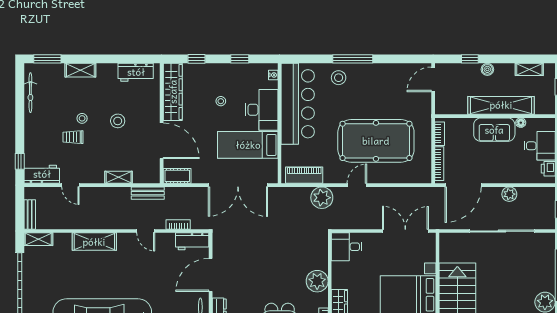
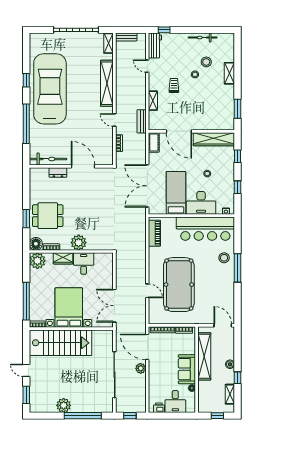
window: (47, 59) -> (237, 109), moved
window: (470, 59) -> (237, 378), moved
workbench: (136, 72) -> (228, 113), removed
bicycle: (30, 93) -> (203, 38), moved
shelving: (501, 105) -> (204, 356), moved
stool: (118, 121) -> (206, 62), moved
trolley: (73, 137) -> (174, 85), moved
door: (162, 141) -> (179, 131), hinge flipped
door: (70, 185) -> (147, 66), hinge flipped
door: (357, 185) -> (147, 291), moved
plant: (509, 194) -> (141, 368), moved
plant: (322, 198) -> (138, 246), removed
door: (146, 231) -> (114, 120), hinge flipped
double door: (405, 231) -> (114, 306), swing flipped
workbench: (192, 241) -> (107, 153), removed
shelving: (94, 242) -> (107, 83), width x1.47
desk: (347, 247) -> (84, 264), moved

